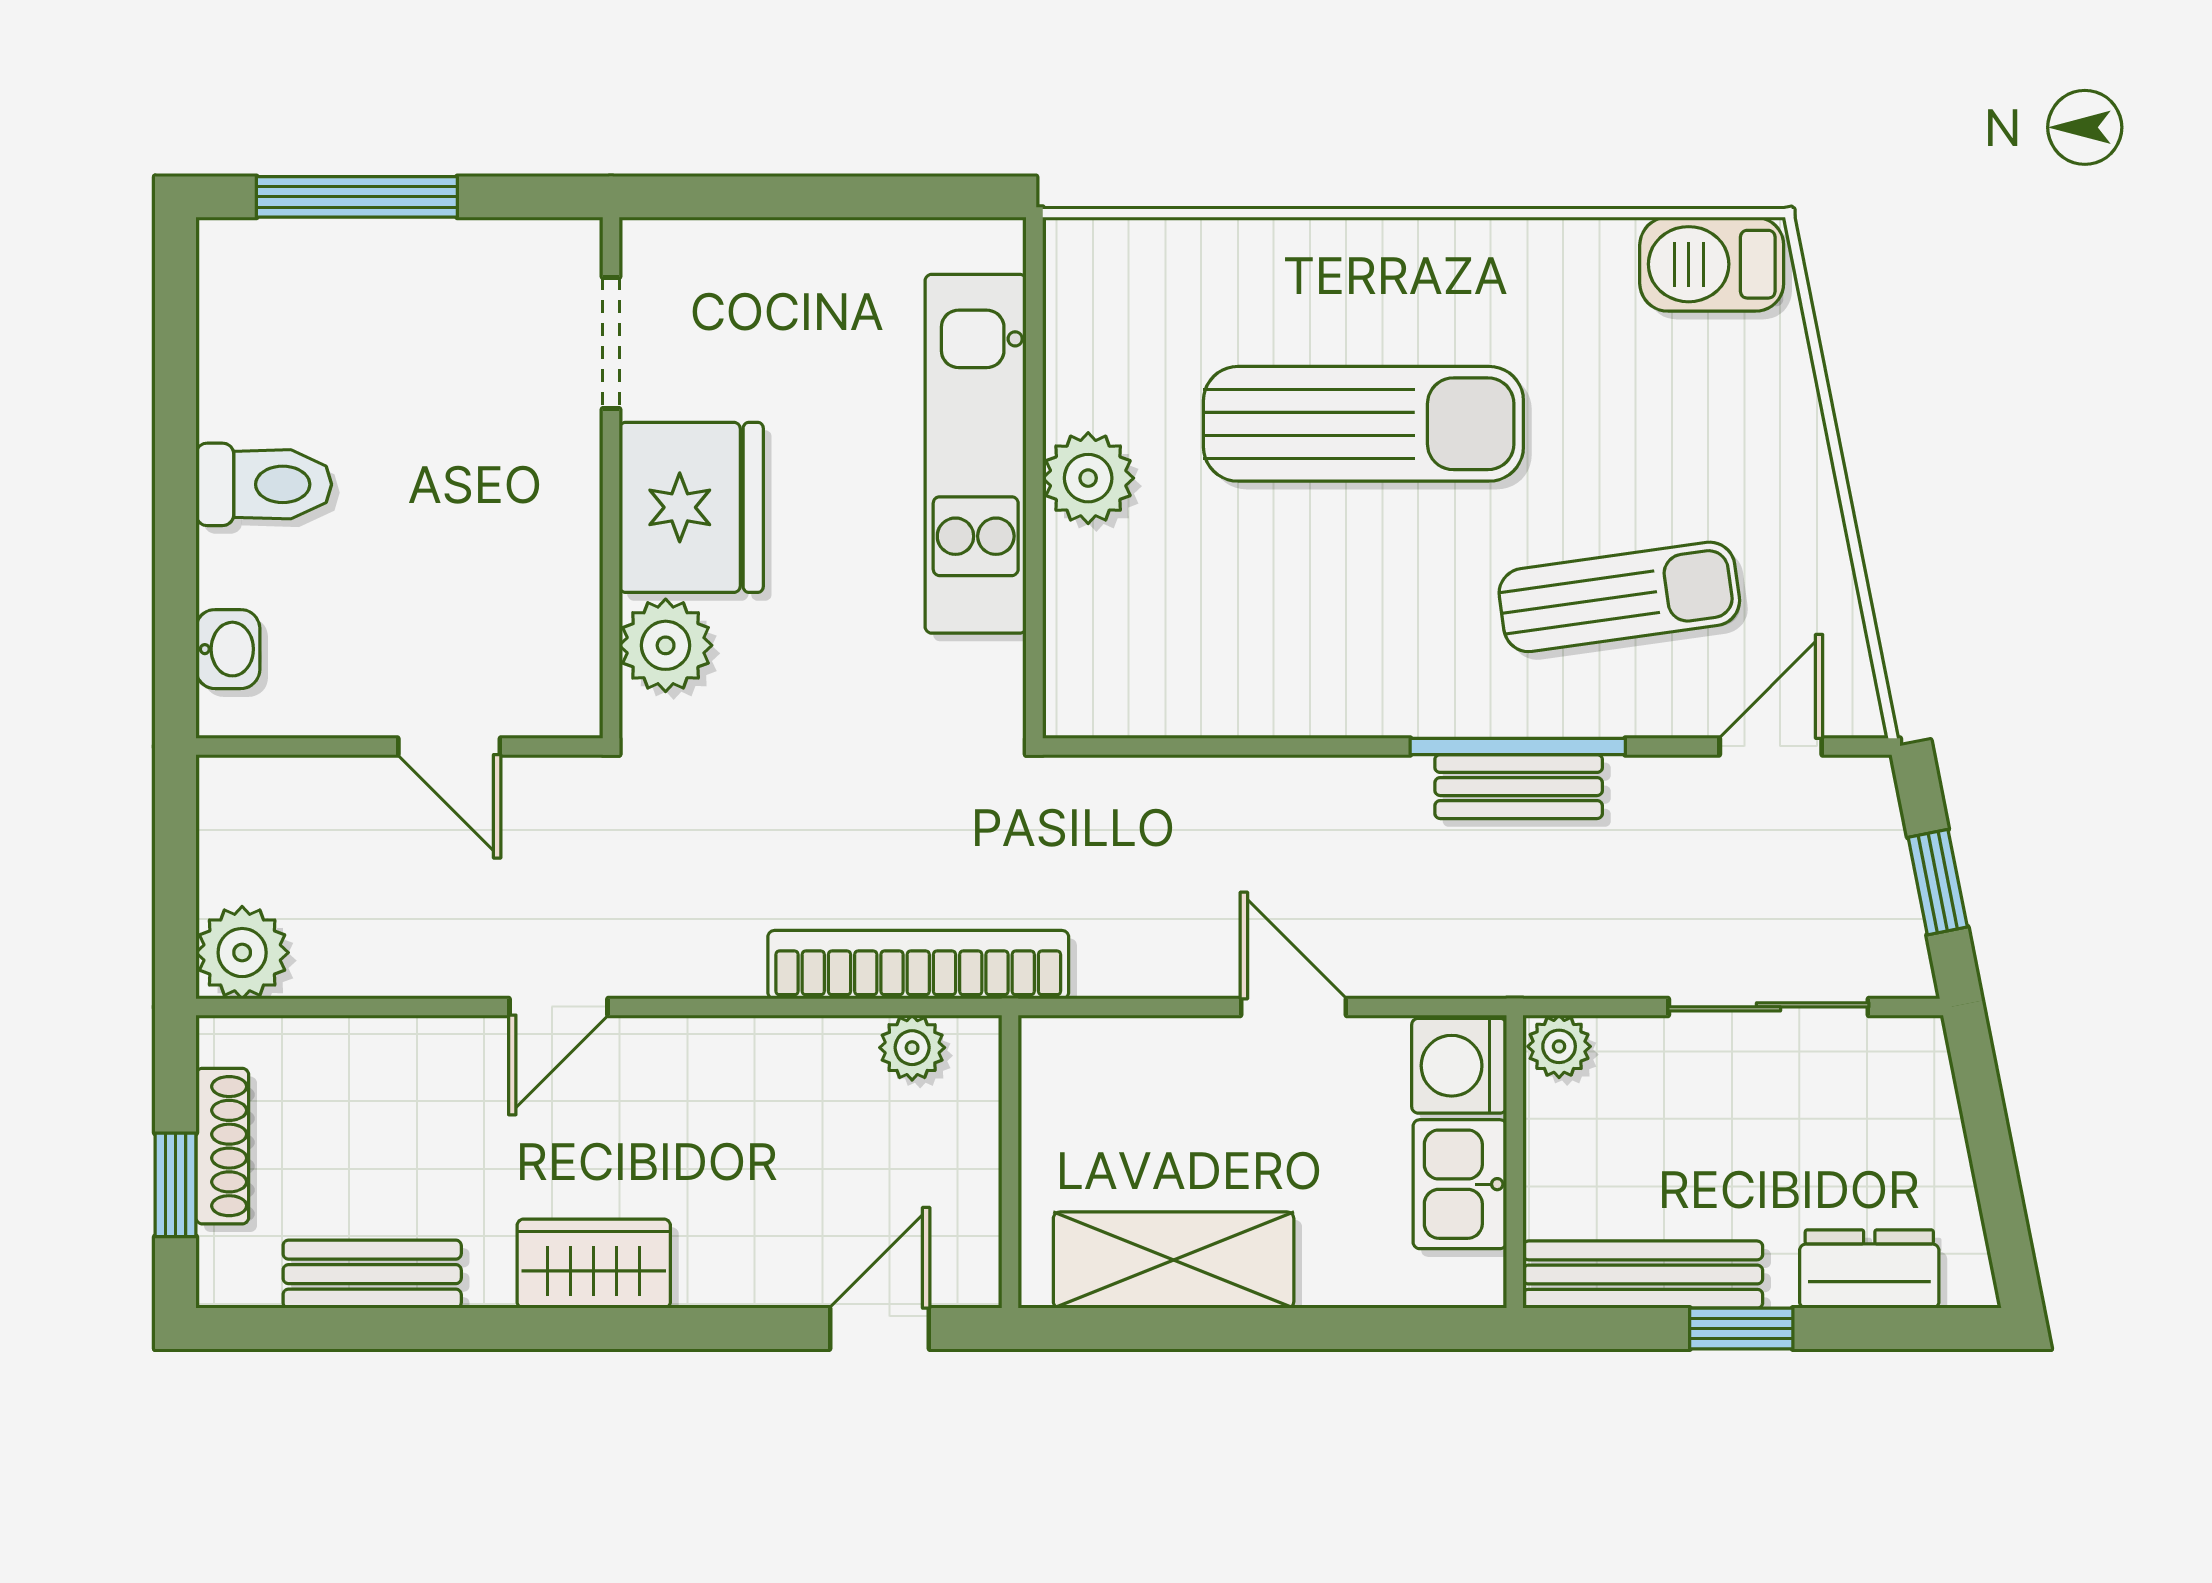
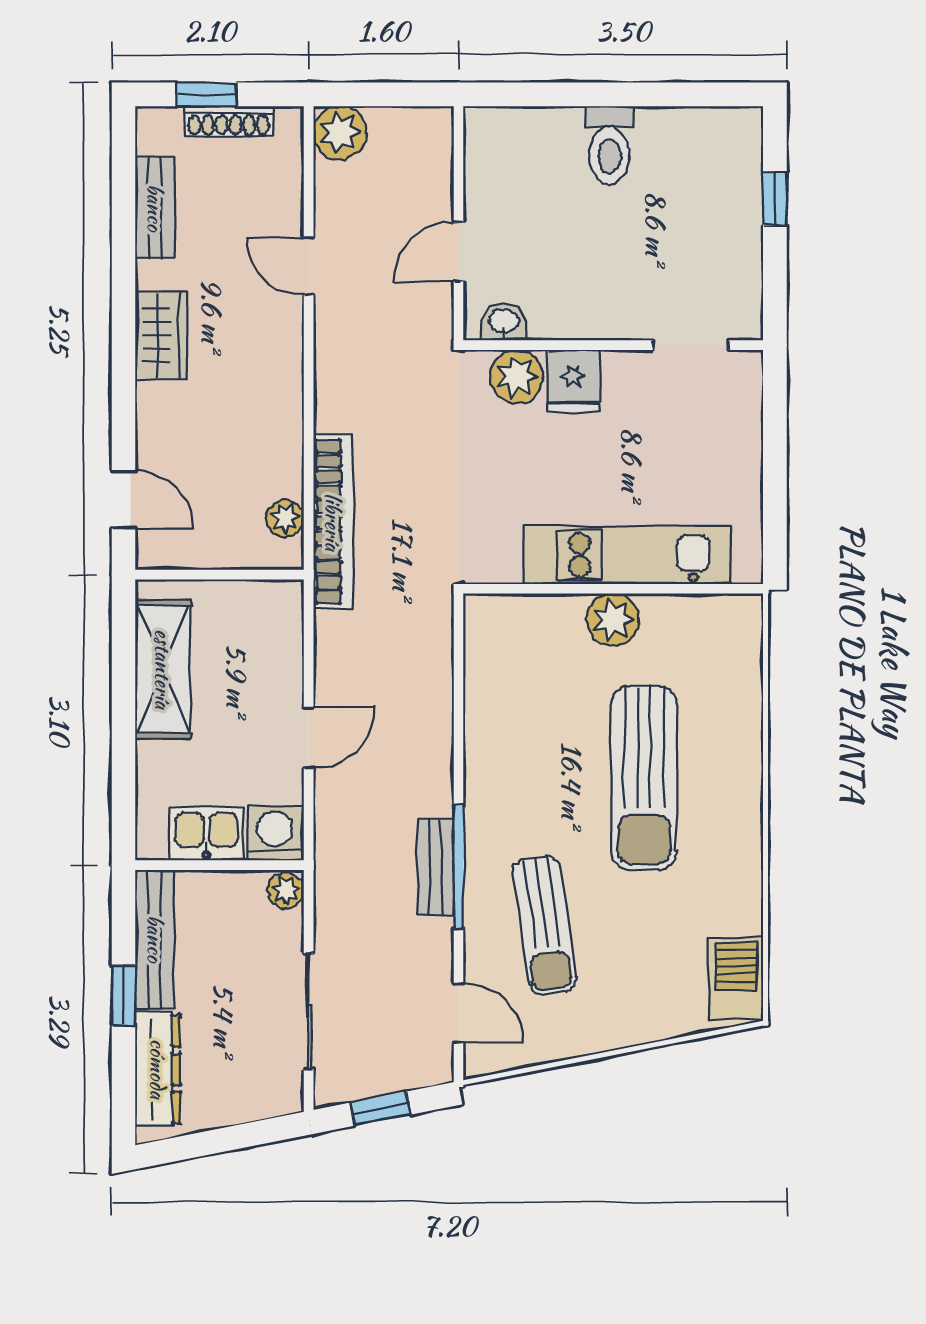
window: (357, 197) -> (775, 199), width x0.46
fridge: (691, 507) -> (573, 381), width x0.53, depth x0.75
washbasin: (228, 649) -> (504, 322), moved, turned 180
door: (558, 1007) -> (309, 266), moved
dresser: (1869, 1269) -> (158, 1069), width x1.44

